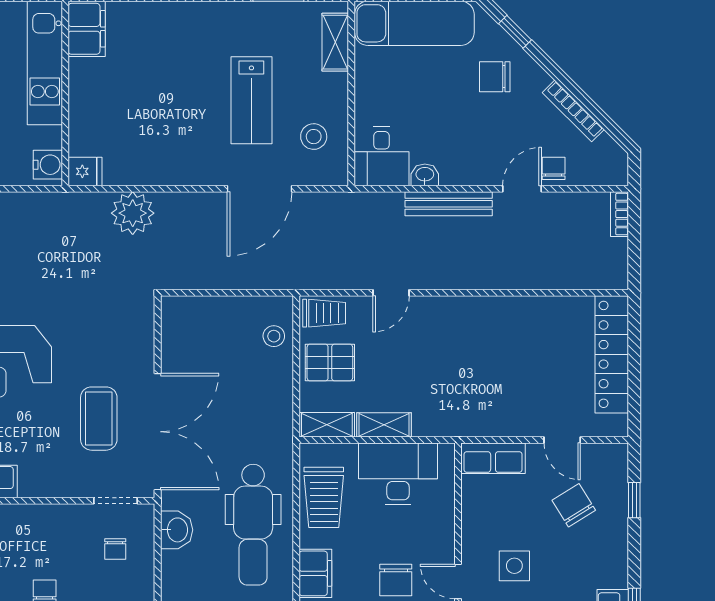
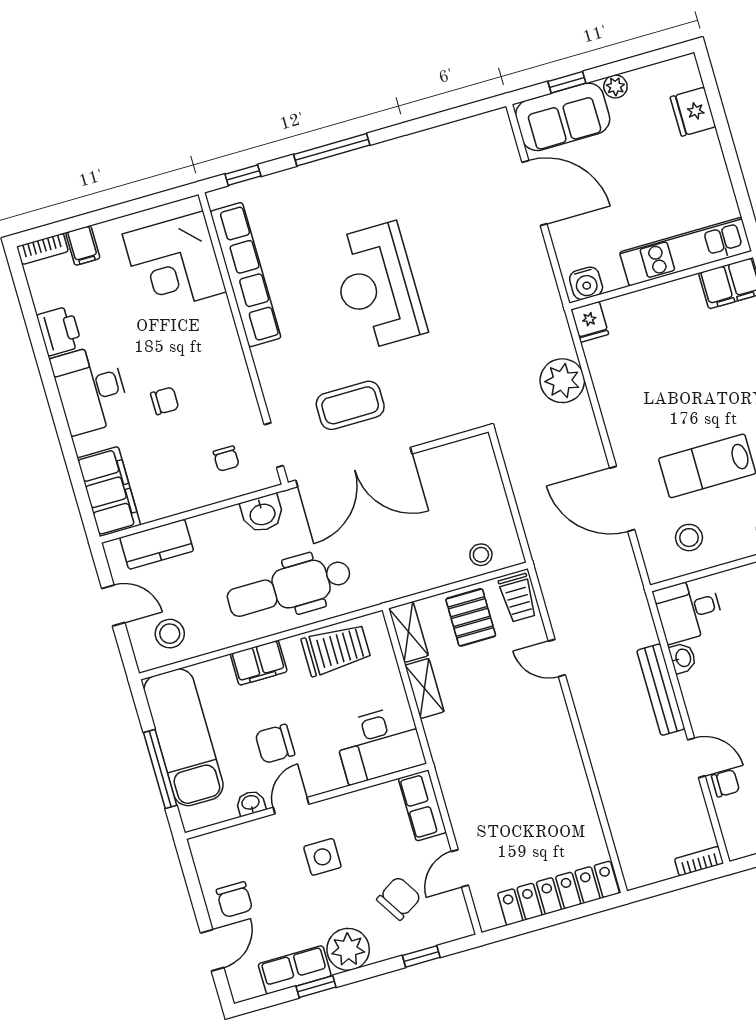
desk: (398, 474) -> (379, 744), moved, turned 90
trolley: (324, 497) -> (336, 650), turned 180
chair: (115, 549) -> (226, 459), turned -90
plant: (608, 567) -> (348, 949), added

